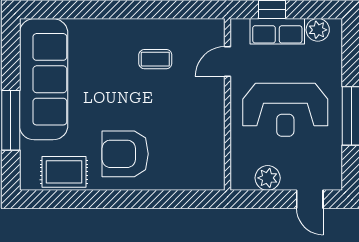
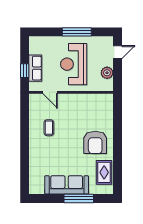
plant: (318, 30) -> (35, 48), removed
sofa: (44, 79) -> (67, 185), width x0.74, depth x0.79
reception desk: (285, 110) -> (74, 64), turned 180

